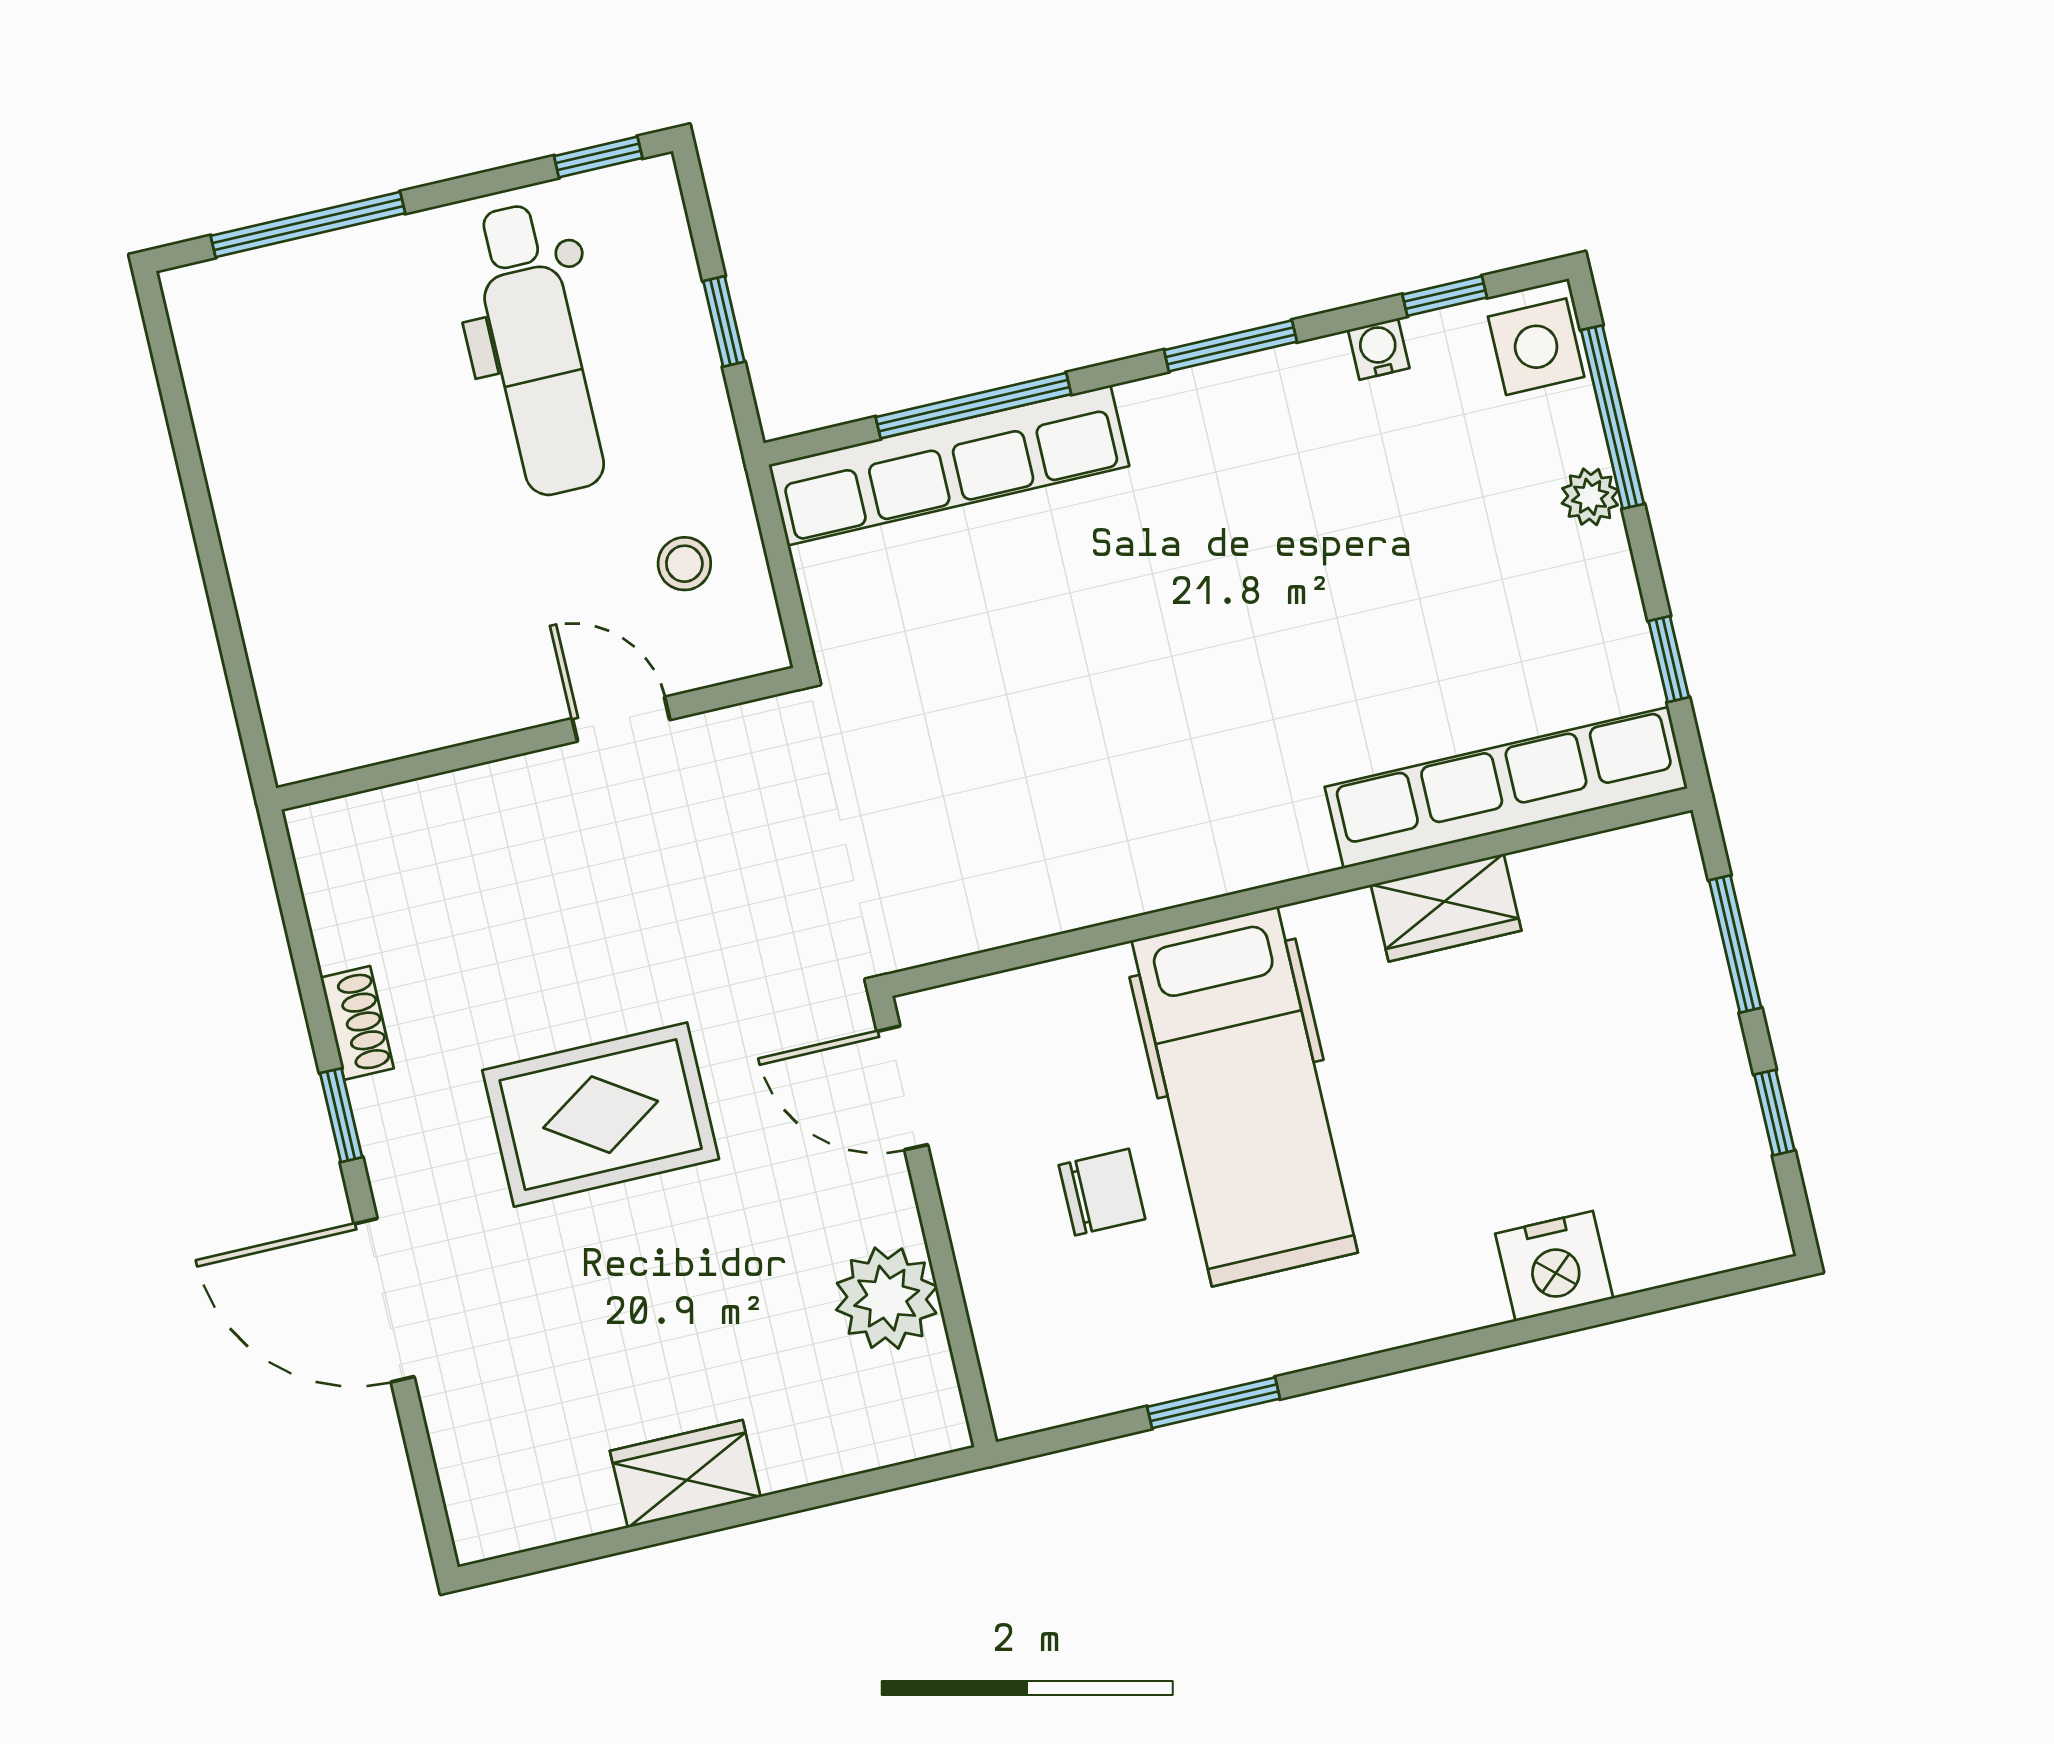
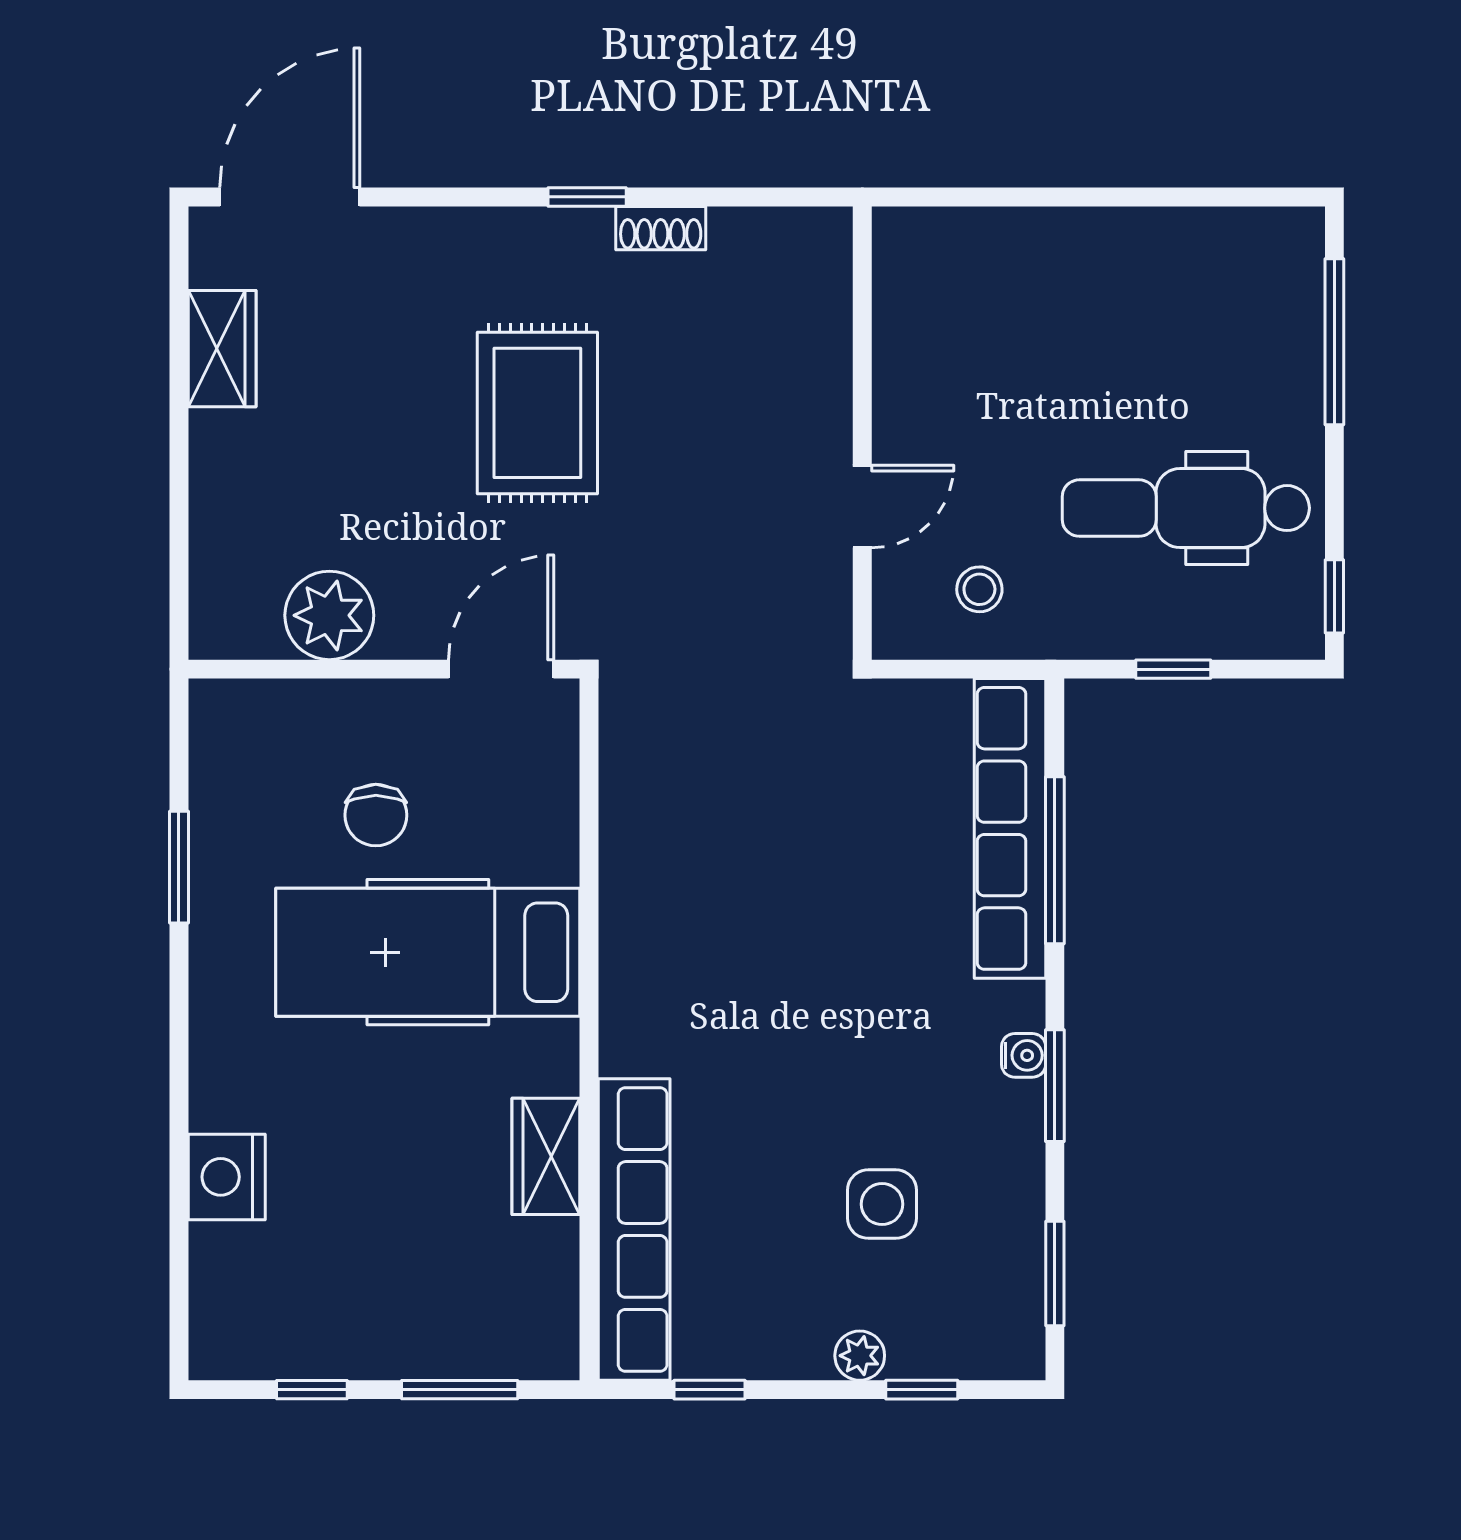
window: (1445, 296) -> (1055, 1273), width x1.50
side table: (1536, 347) -> (882, 1204), moved
water cooler: (1379, 349) -> (1024, 1055), moved
window: (1612, 417) -> (922, 1390), width x0.46
door: (384, 1300) -> (290, 197), moved
wardrobe: (685, 1474) -> (222, 349), moved

